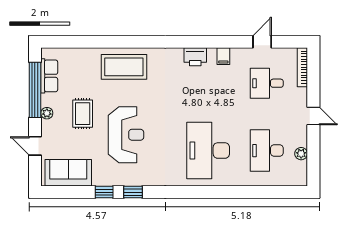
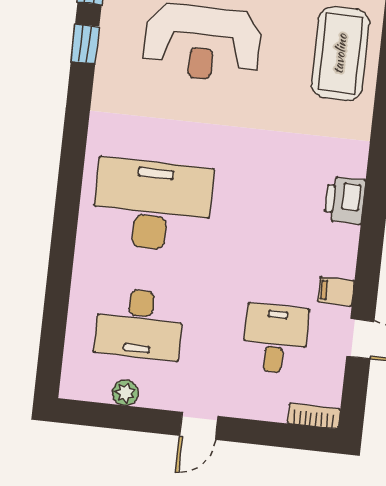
filing cabinet: (223, 56) -> (336, 291), moved
bookcase: (302, 67) -> (314, 416), width x0.64
desk: (267, 151) -> (139, 324), turned 180

